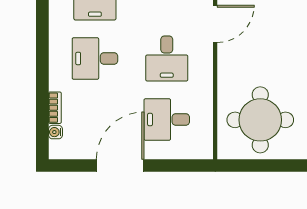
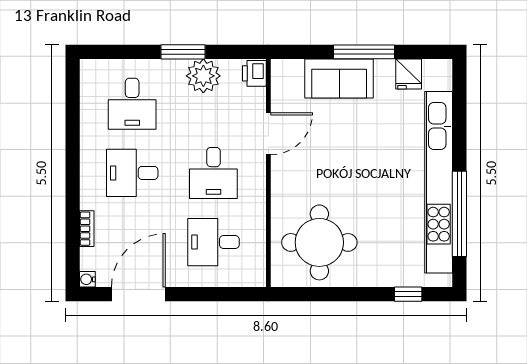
water cooler: (55, 132) -> (87, 279), moved
door: (120, 165) -> (138, 294), moved

